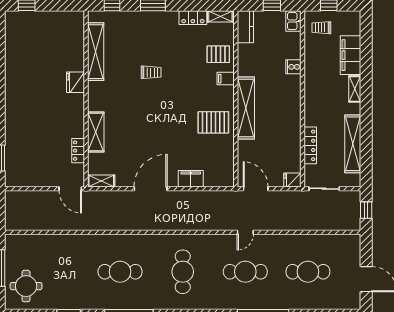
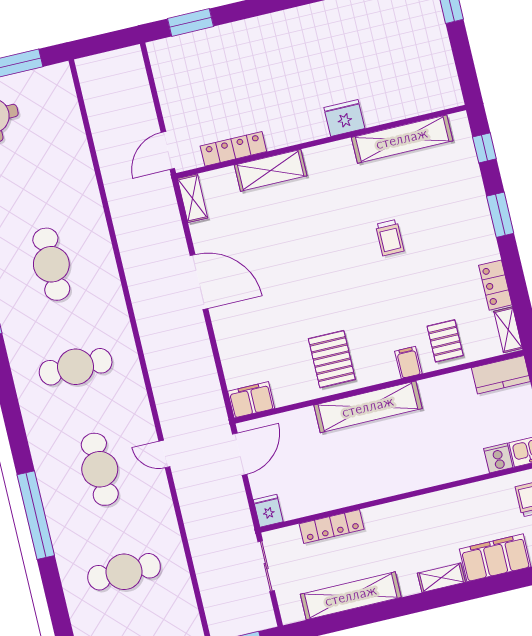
cooker: (293, 67) -> (498, 458), moved
locker: (78, 151) -> (233, 149), width x1.53
filing cabinet: (191, 179) -> (251, 400), moved, turned -90
cafe table: (308, 272) -> (124, 572), turned 90

